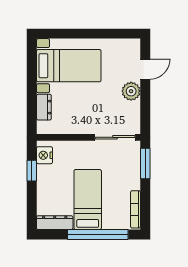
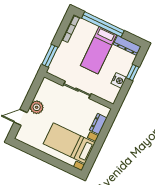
sliding door: (115, 137) -> (77, 90), moved
nightstand: (45, 155) -> (119, 80), moved
window: (32, 171) -> (133, 72), moved

